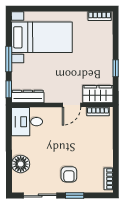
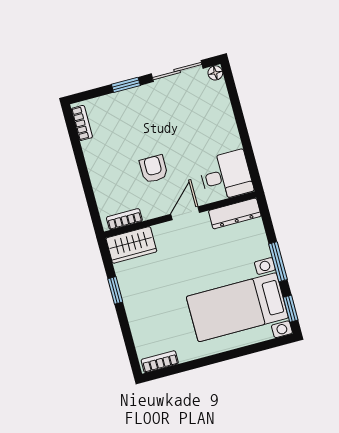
window: (9, 89) -> (291, 309), moved
door: (71, 105) -> (185, 213), moved
floor lamp: (21, 164) -> (215, 73), moved, width x0.53, depth x0.53
armchair: (69, 174) -> (154, 169), moved

